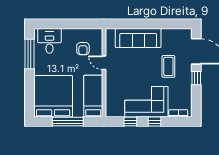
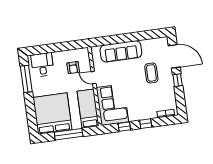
corner sofa: (146, 102) -> (112, 105), moved, turned 90

